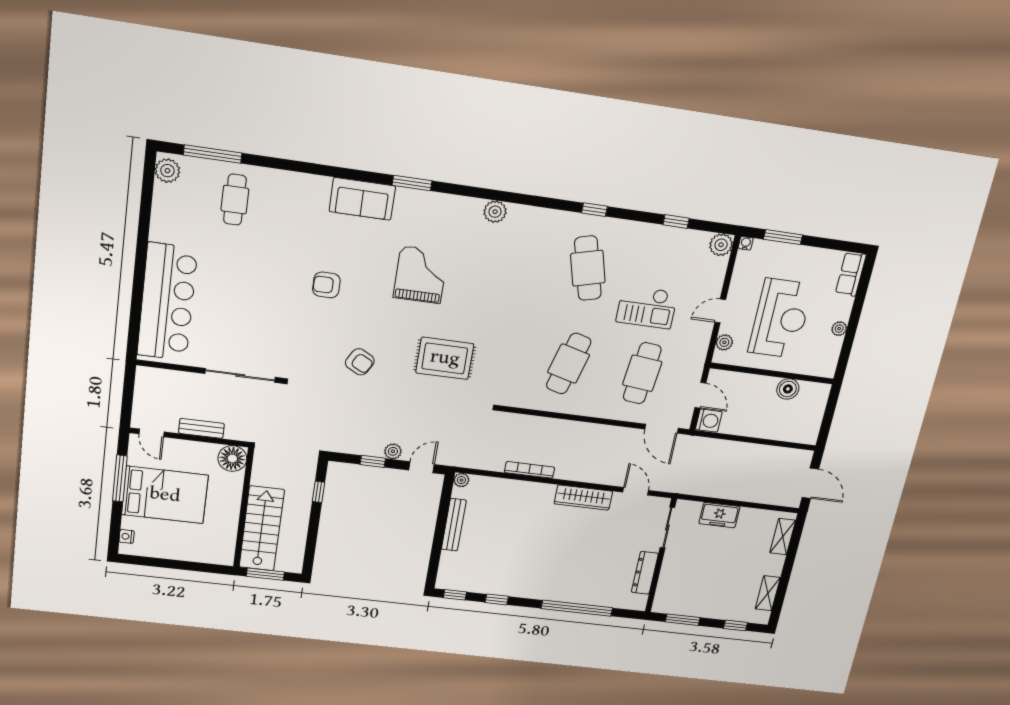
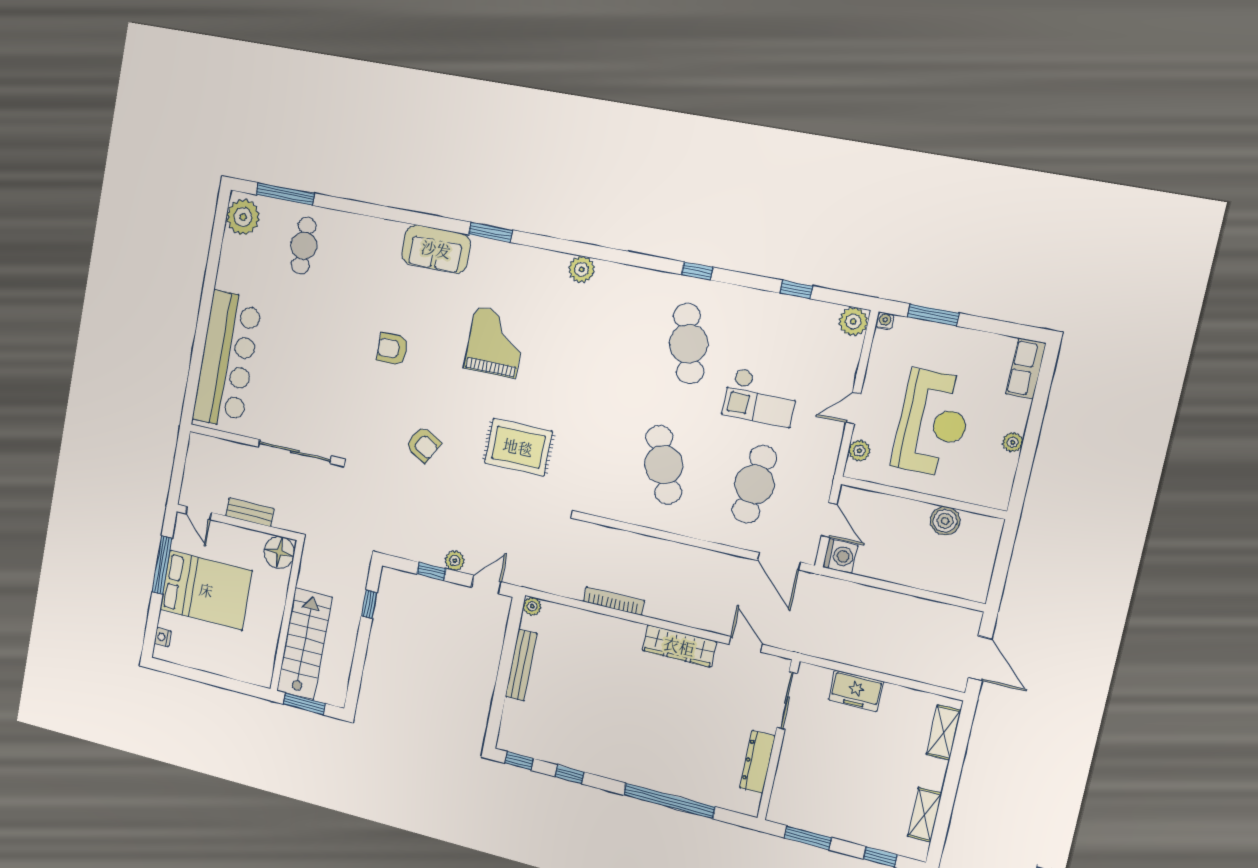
plant: (167, 171) -> (243, 217), width x1.36, depth x1.36
cafe table: (569, 364) -> (664, 465), turned -36

